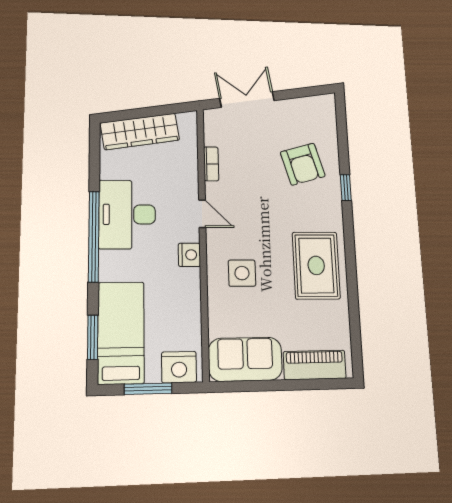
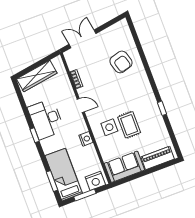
window: (346, 188) -> (162, 108), moved
window: (94, 236) -> (35, 135), width x0.32
nightstand: (189, 255) -> (86, 139), moved
rug: (316, 265) -> (129, 125), moved, width x0.73, depth x0.70

